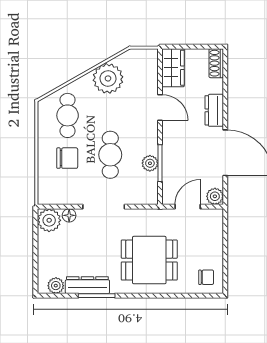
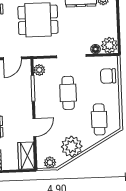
plant: (140, 57) -> (50, 162), added
door: (160, 107) -> (34, 127), swing flipped
chair: (67, 158) -> (108, 76), moved
plant: (150, 163) -> (39, 70), moved

